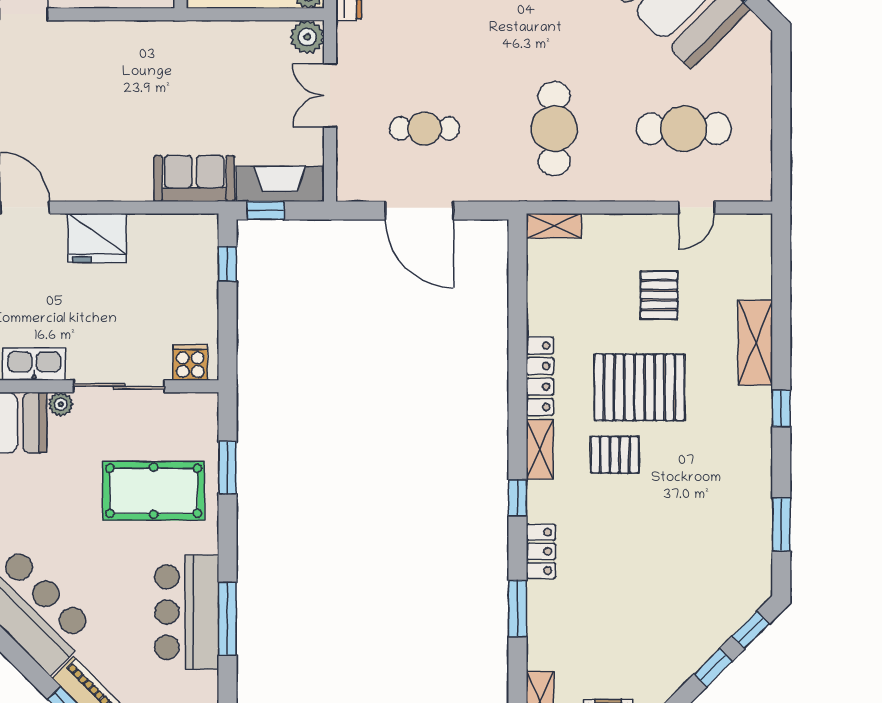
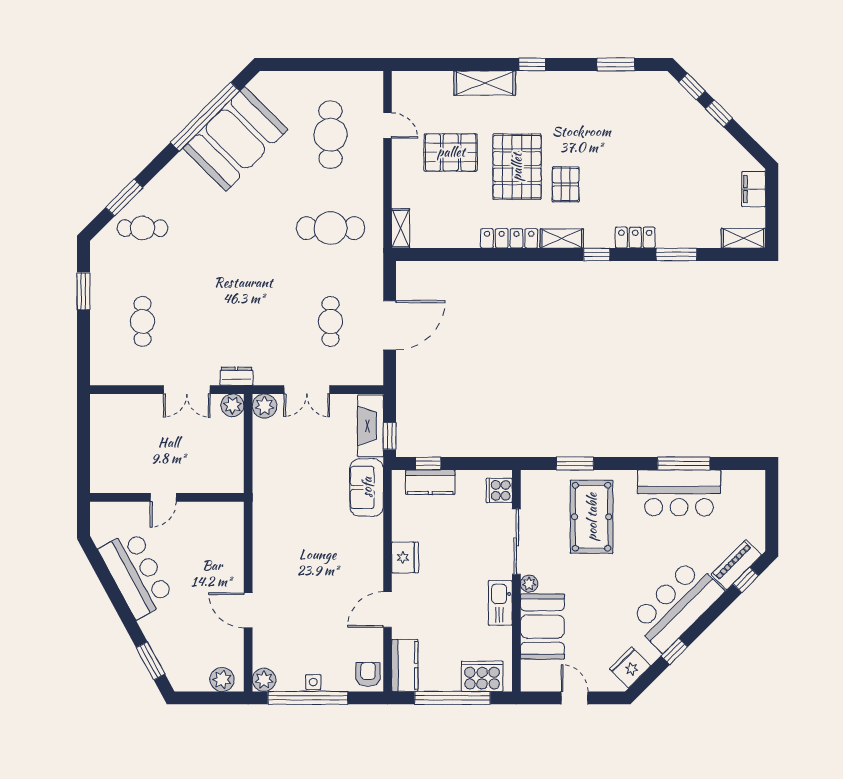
fridge: (97, 238) -> (405, 557), width x0.73, depth x0.75
kitchen counter: (202, 267) -> (430, 482), added
pallet: (659, 295) -> (451, 152), width x1.50, depth x1.42

